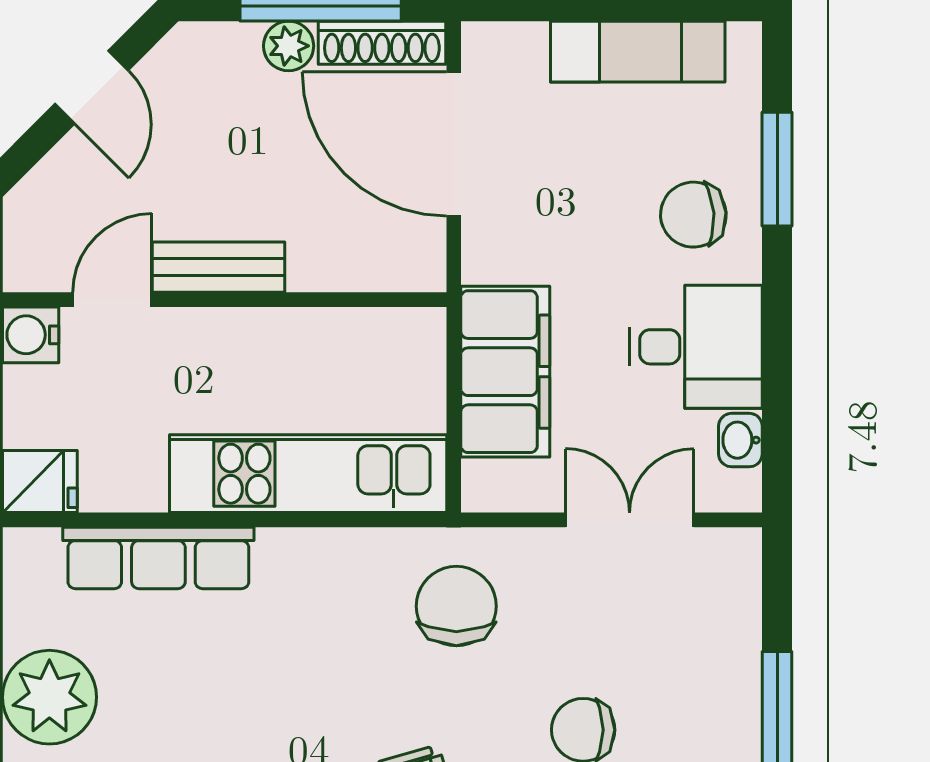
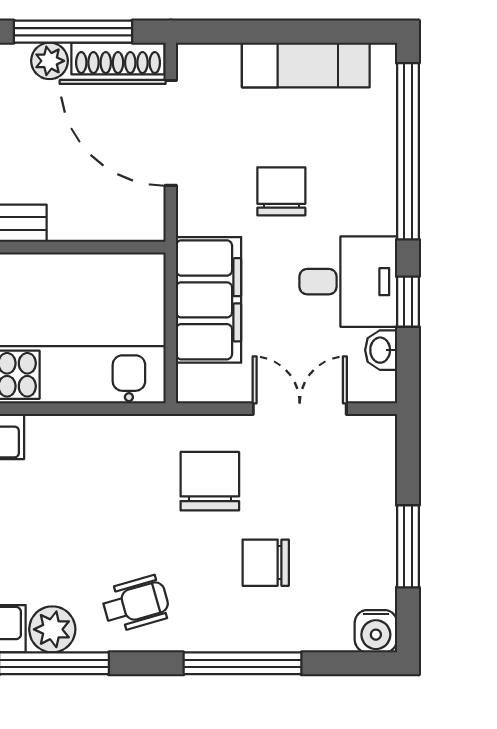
window: (777, 169) -> (408, 151), width x2.11
chair: (693, 215) -> (281, 191), moved, turned 94
window: (777, 374) -> (408, 302), added
chair: (456, 606) -> (210, 481), moved

